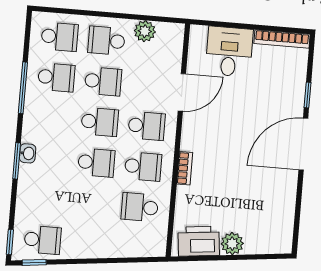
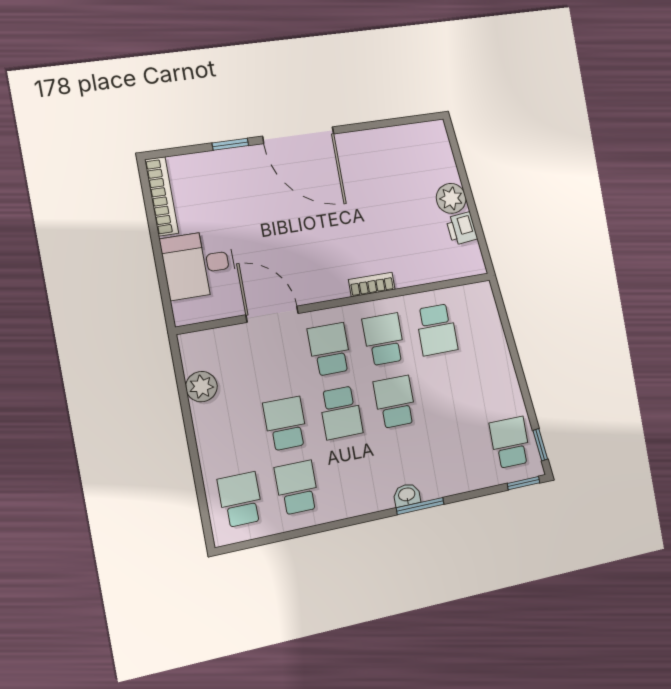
school desk: (107, 41) -> (229, 435), removed
window: (23, 88) -> (323, 528), removed
school desk: (100, 122) -> (341, 413), turned 180
printer: (199, 241) -> (462, 229), width x0.53, depth x0.68

